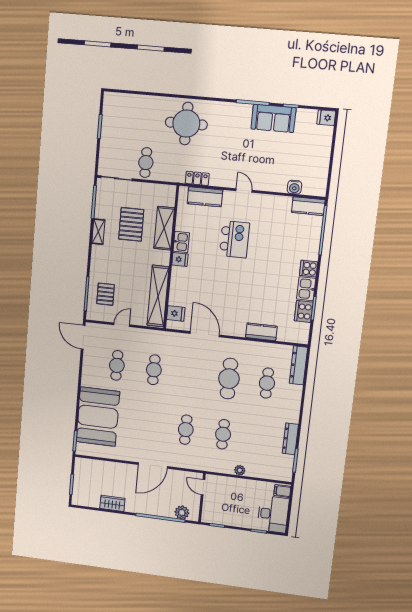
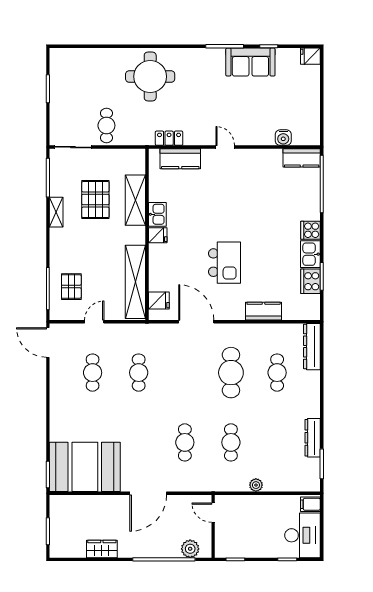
kitchen island: (234, 239) -> (224, 263), moved
booth: (98, 417) -> (85, 467), moved, turned 90

